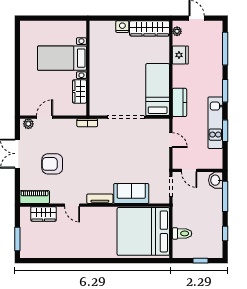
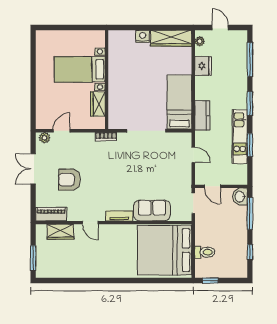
window: (200, 261) -> (210, 281), moved

